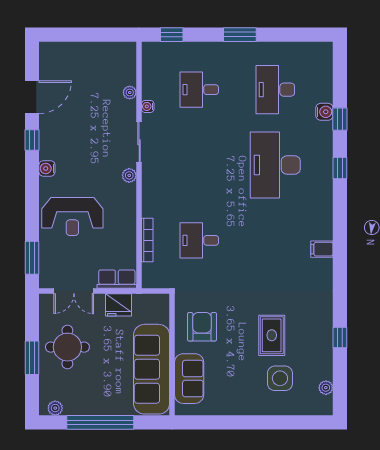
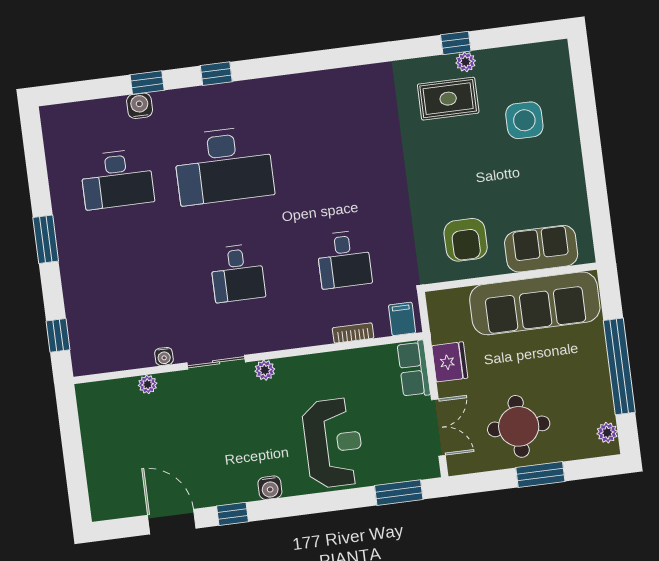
desk: (199, 90) -> (237, 273), moved
bookcase: (147, 240) -> (353, 333), width x0.64
filing cabinet: (322, 249) -> (402, 319), moved, turned 180
armchair: (202, 327) -> (466, 240), turned -90
rug: (272, 335) -> (448, 99), moved
plant: (326, 388) -> (466, 62), moved

